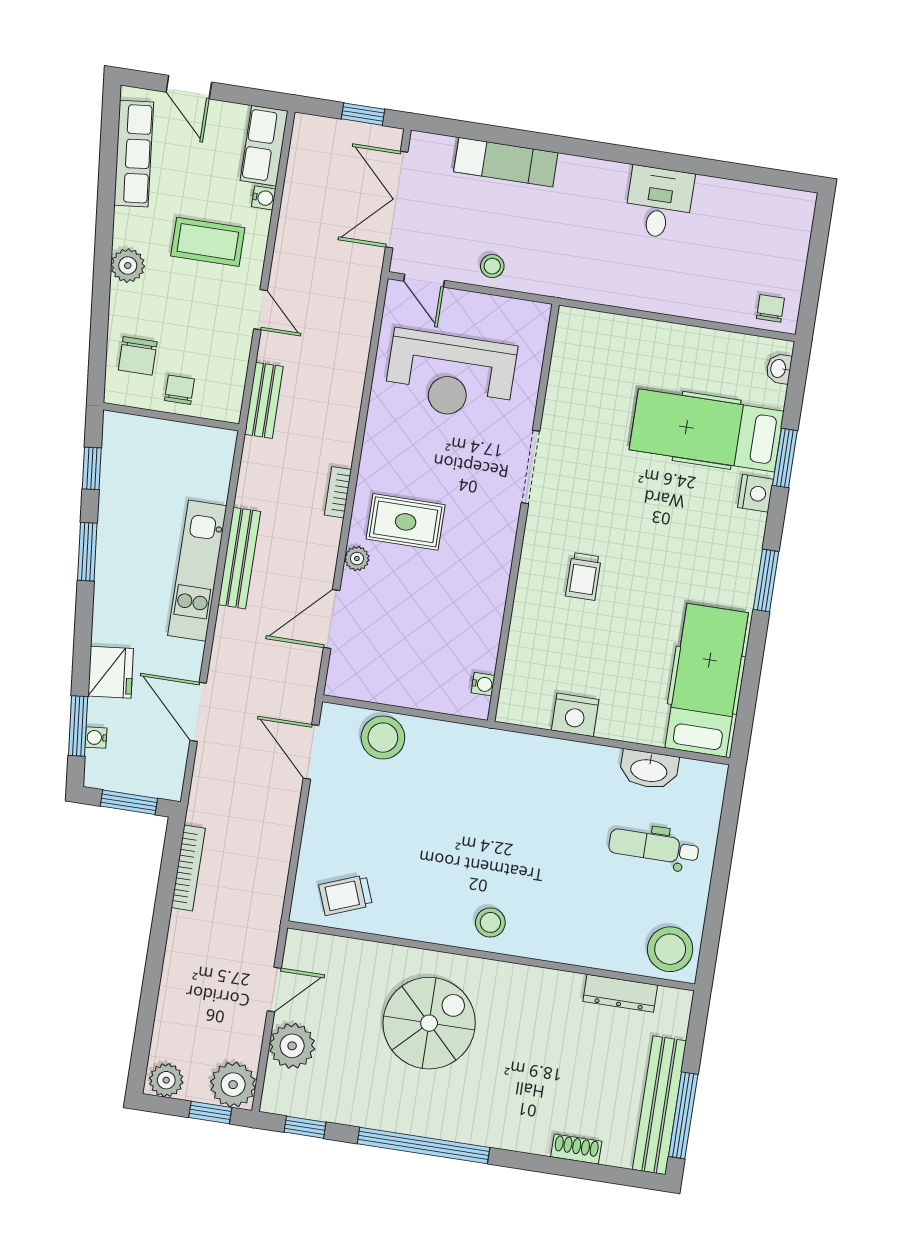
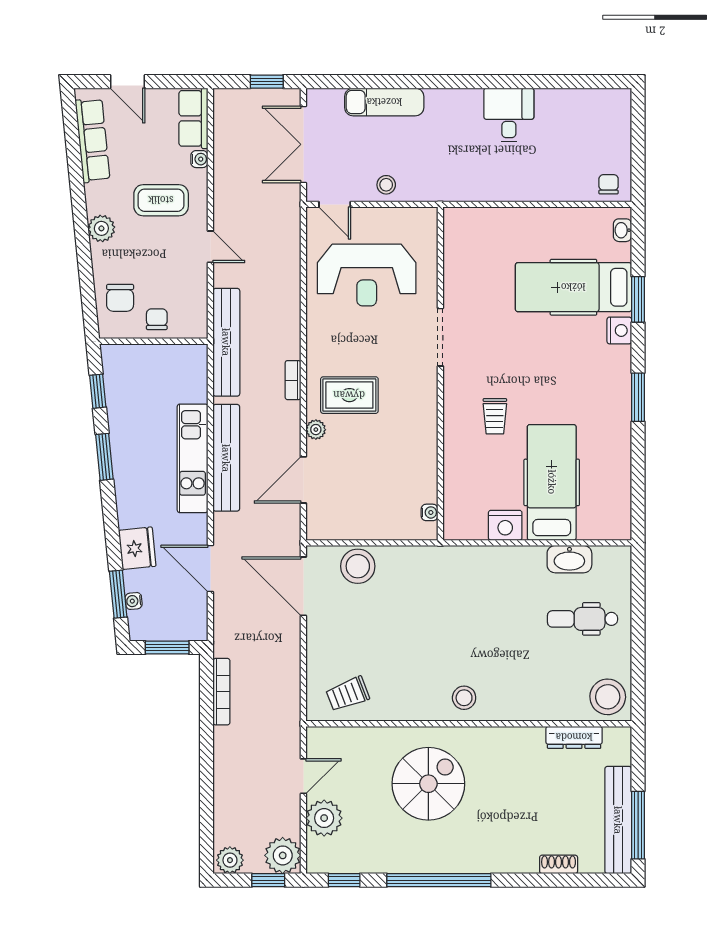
bench: (264, 400) -> (226, 342), width x1.86, depth x1.21
bench: (239, 558) -> (226, 458), width x1.37, depth x1.21
hospital bed: (707, 680) -> (552, 482), moved
door: (311, 752) -> (303, 586), width x1.36

